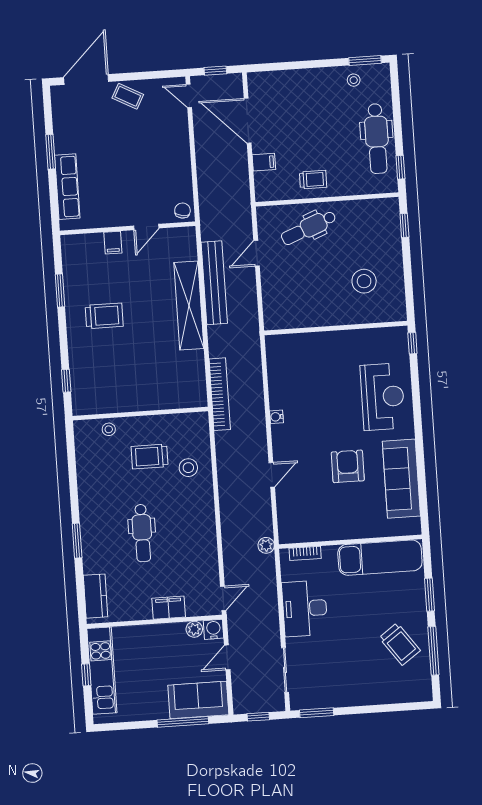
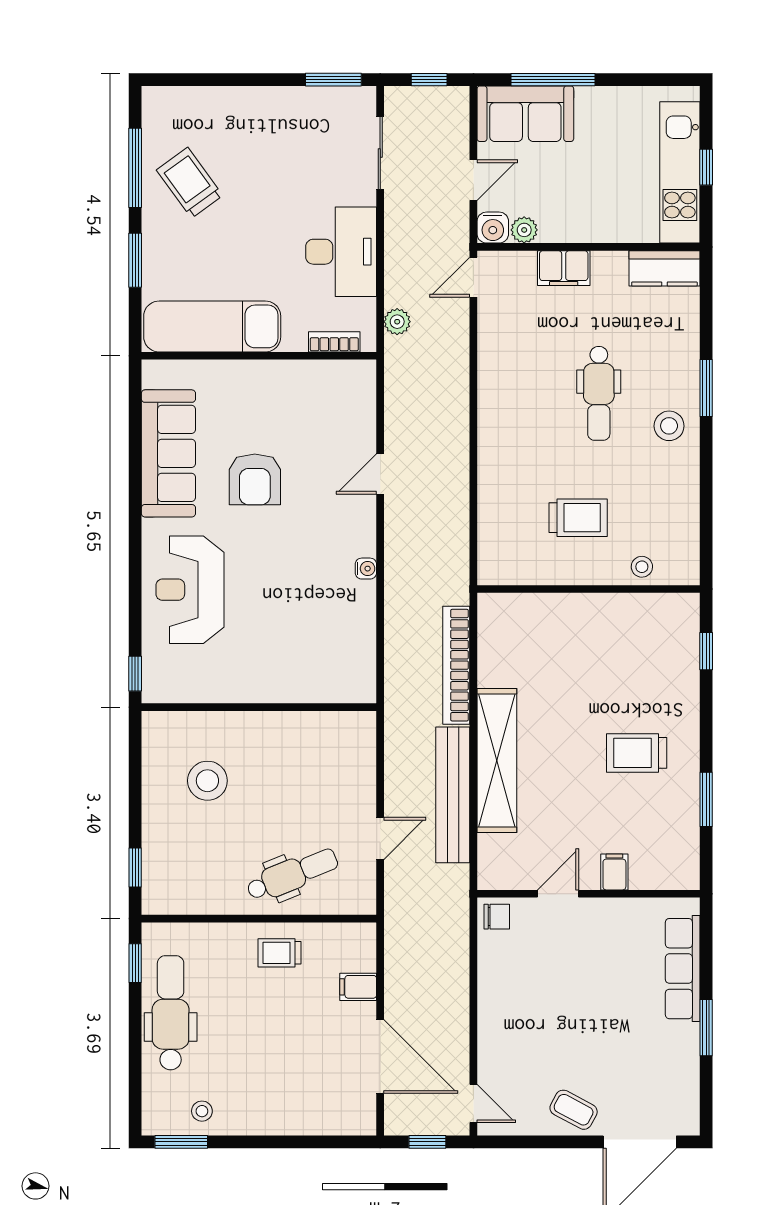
chair: (182, 211) -> (497, 917), turned -100
bookcase: (220, 394) -> (456, 665), moved
stool: (188, 468) -> (669, 426), moved
dental chair: (142, 533) -> (599, 393), turned 180
plant: (266, 545) -> (397, 322), moved
kitchen counter: (95, 596) -> (664, 268), moved, turned -90

